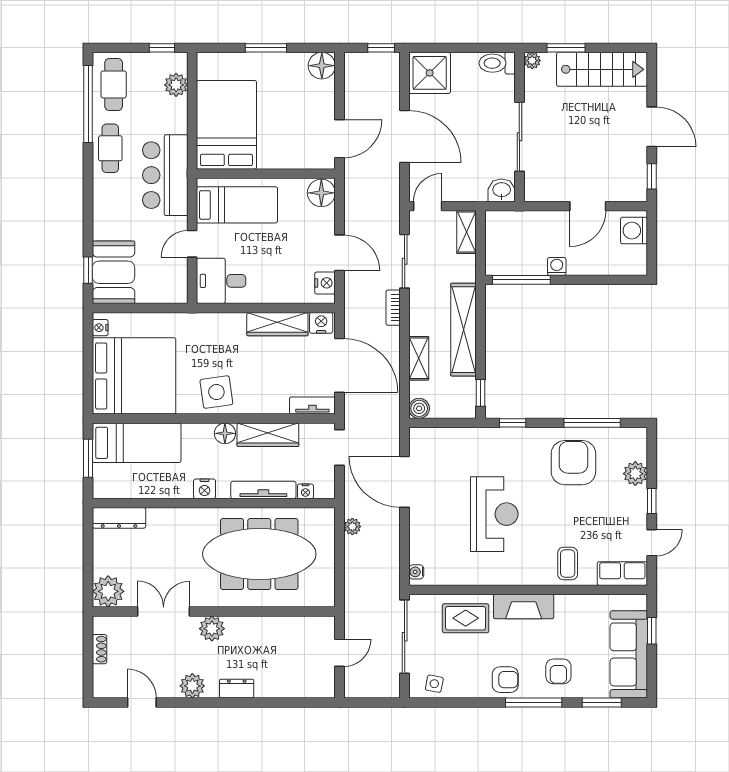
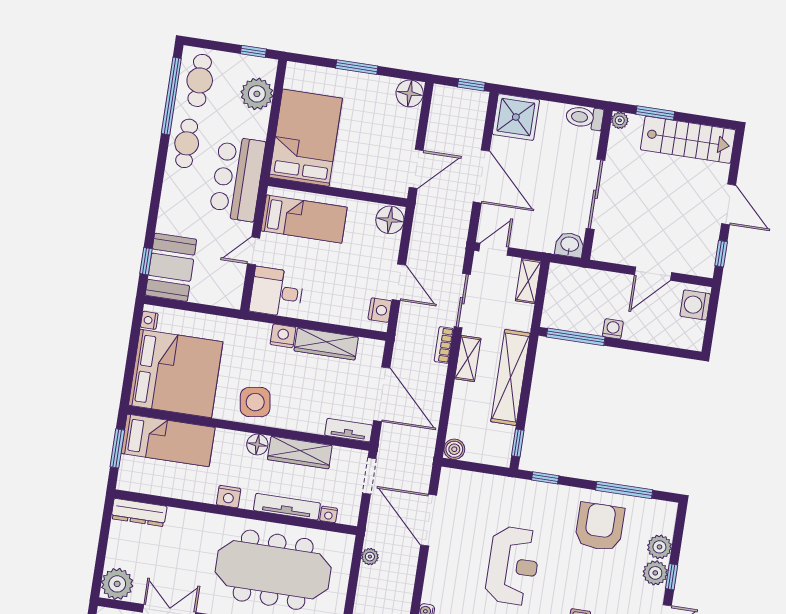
plant: (176, 85) -> (257, 94), width x1.36, depth x1.36
nightstand: (321, 323) -> (283, 336), moved
shelving: (419, 358) -> (468, 359), moved
plant: (635, 500) -> (655, 573), added

